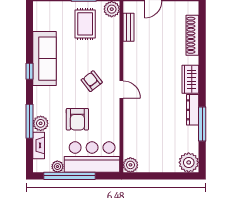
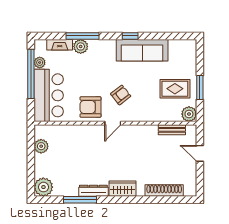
armchair: (77, 119) -> (90, 107), moved
plant: (130, 165) -> (41, 146), moved

